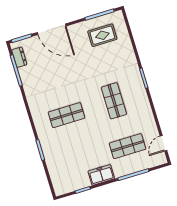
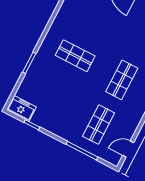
shop shelf: (128, 146) -> (99, 125), turned 90
freezer: (101, 175) -> (21, 108), moved

